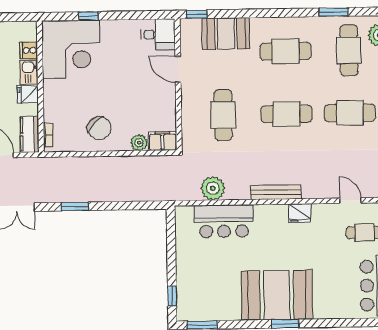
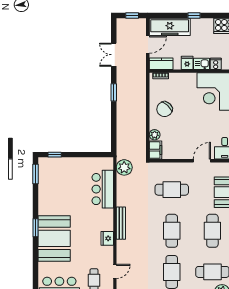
plant: (213, 188) -> (124, 167), moved
booth: (277, 295) -> (54, 238), moved

